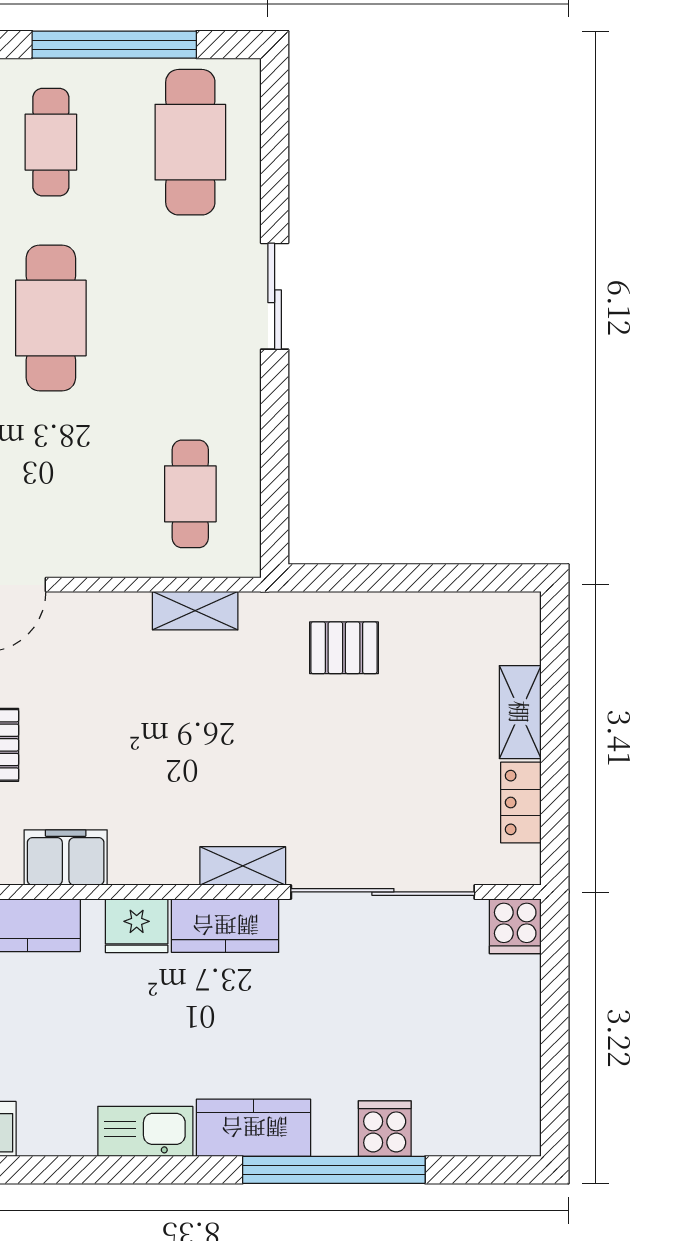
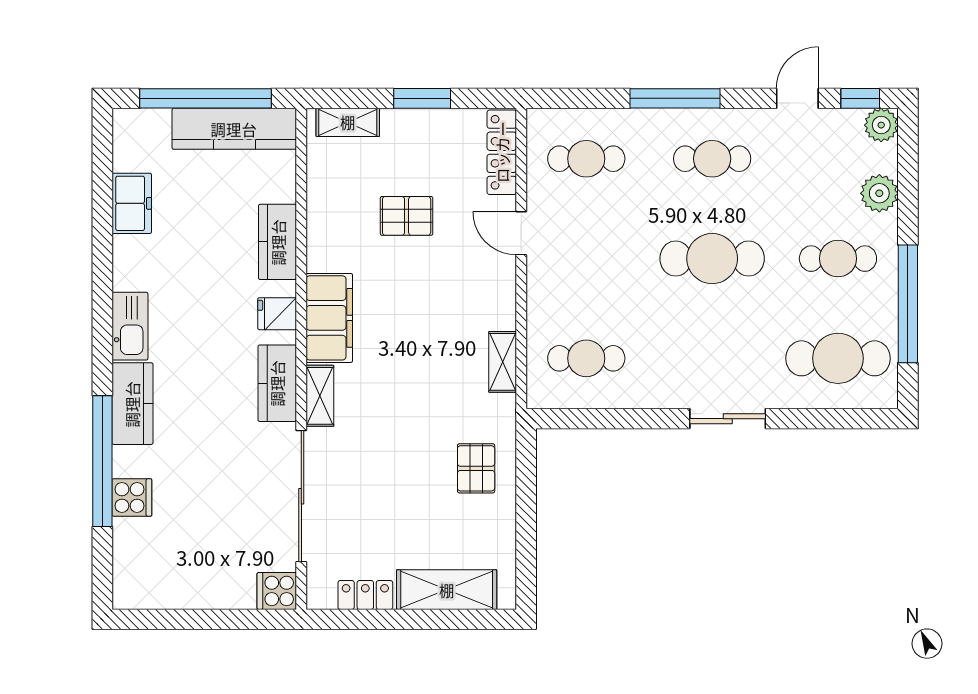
shelving: (520, 712) -> (447, 590), width x1.50, depth x1.33
filing cabinet: (66, 857) -> (329, 318), moved, width x1.50, depth x1.17
fridge: (137, 926) -> (277, 314), width x0.72

